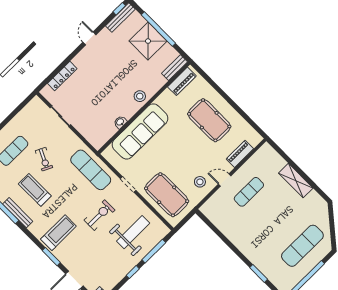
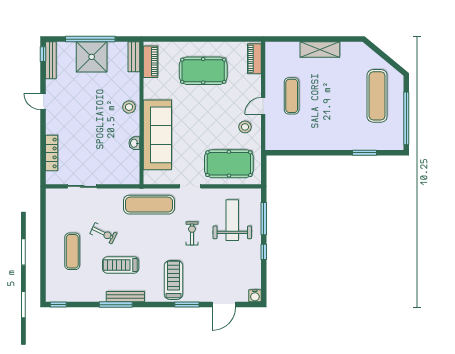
piano: (240, 154) -> (254, 59), moved
exercise bike: (99, 215) -> (192, 233), width x0.73, depth x0.72

